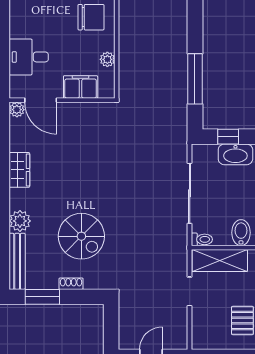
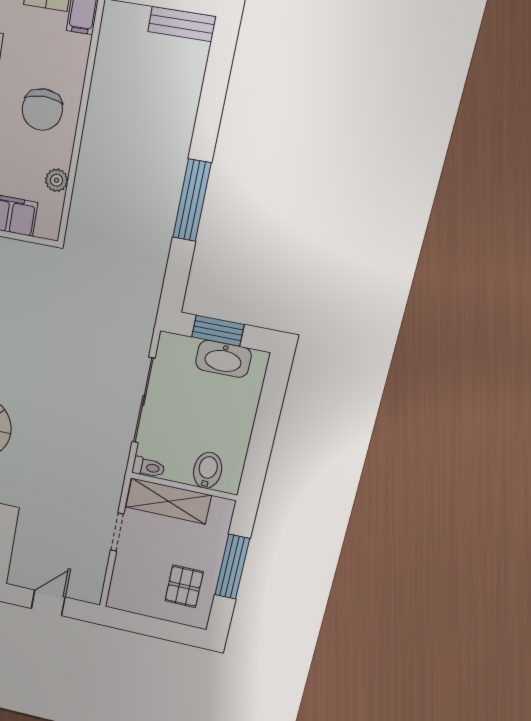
chair: (91, 17) -> (42, 110), turned 90
window: (195, 79) -> (192, 200), moved
window: (228, 137) -> (218, 331), width x1.50

